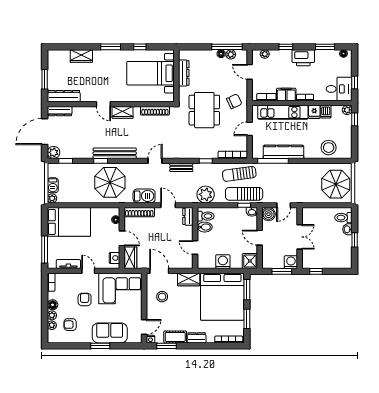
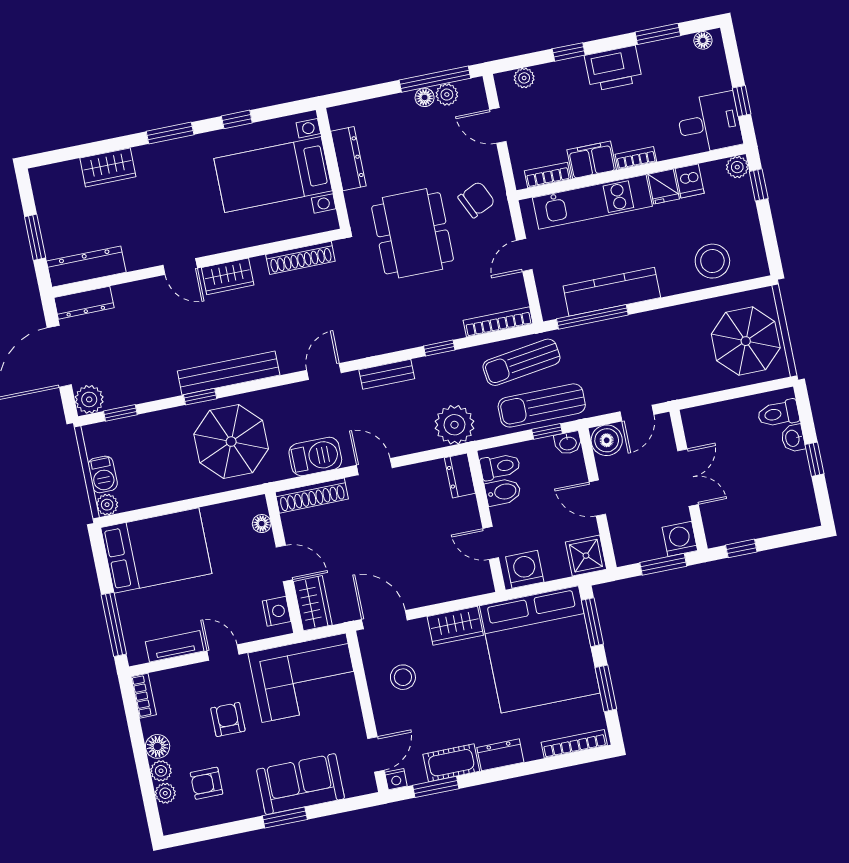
dresser: (188, 216) -> (460, 475), moved
toilet: (206, 216) -> (500, 467), moved
bidet: (205, 227) -> (503, 492), moved
wall: (195, 238) -> (486, 521), moved
door: (195, 248) -> (491, 543), moved

